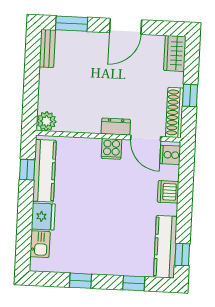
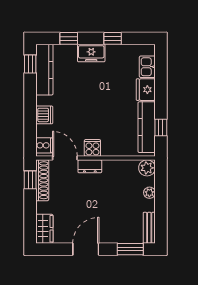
plant: (45, 91) -> (149, 193), added
window: (190, 95) -> (30, 180), moved
freezer: (107, 264) -> (91, 53), added

